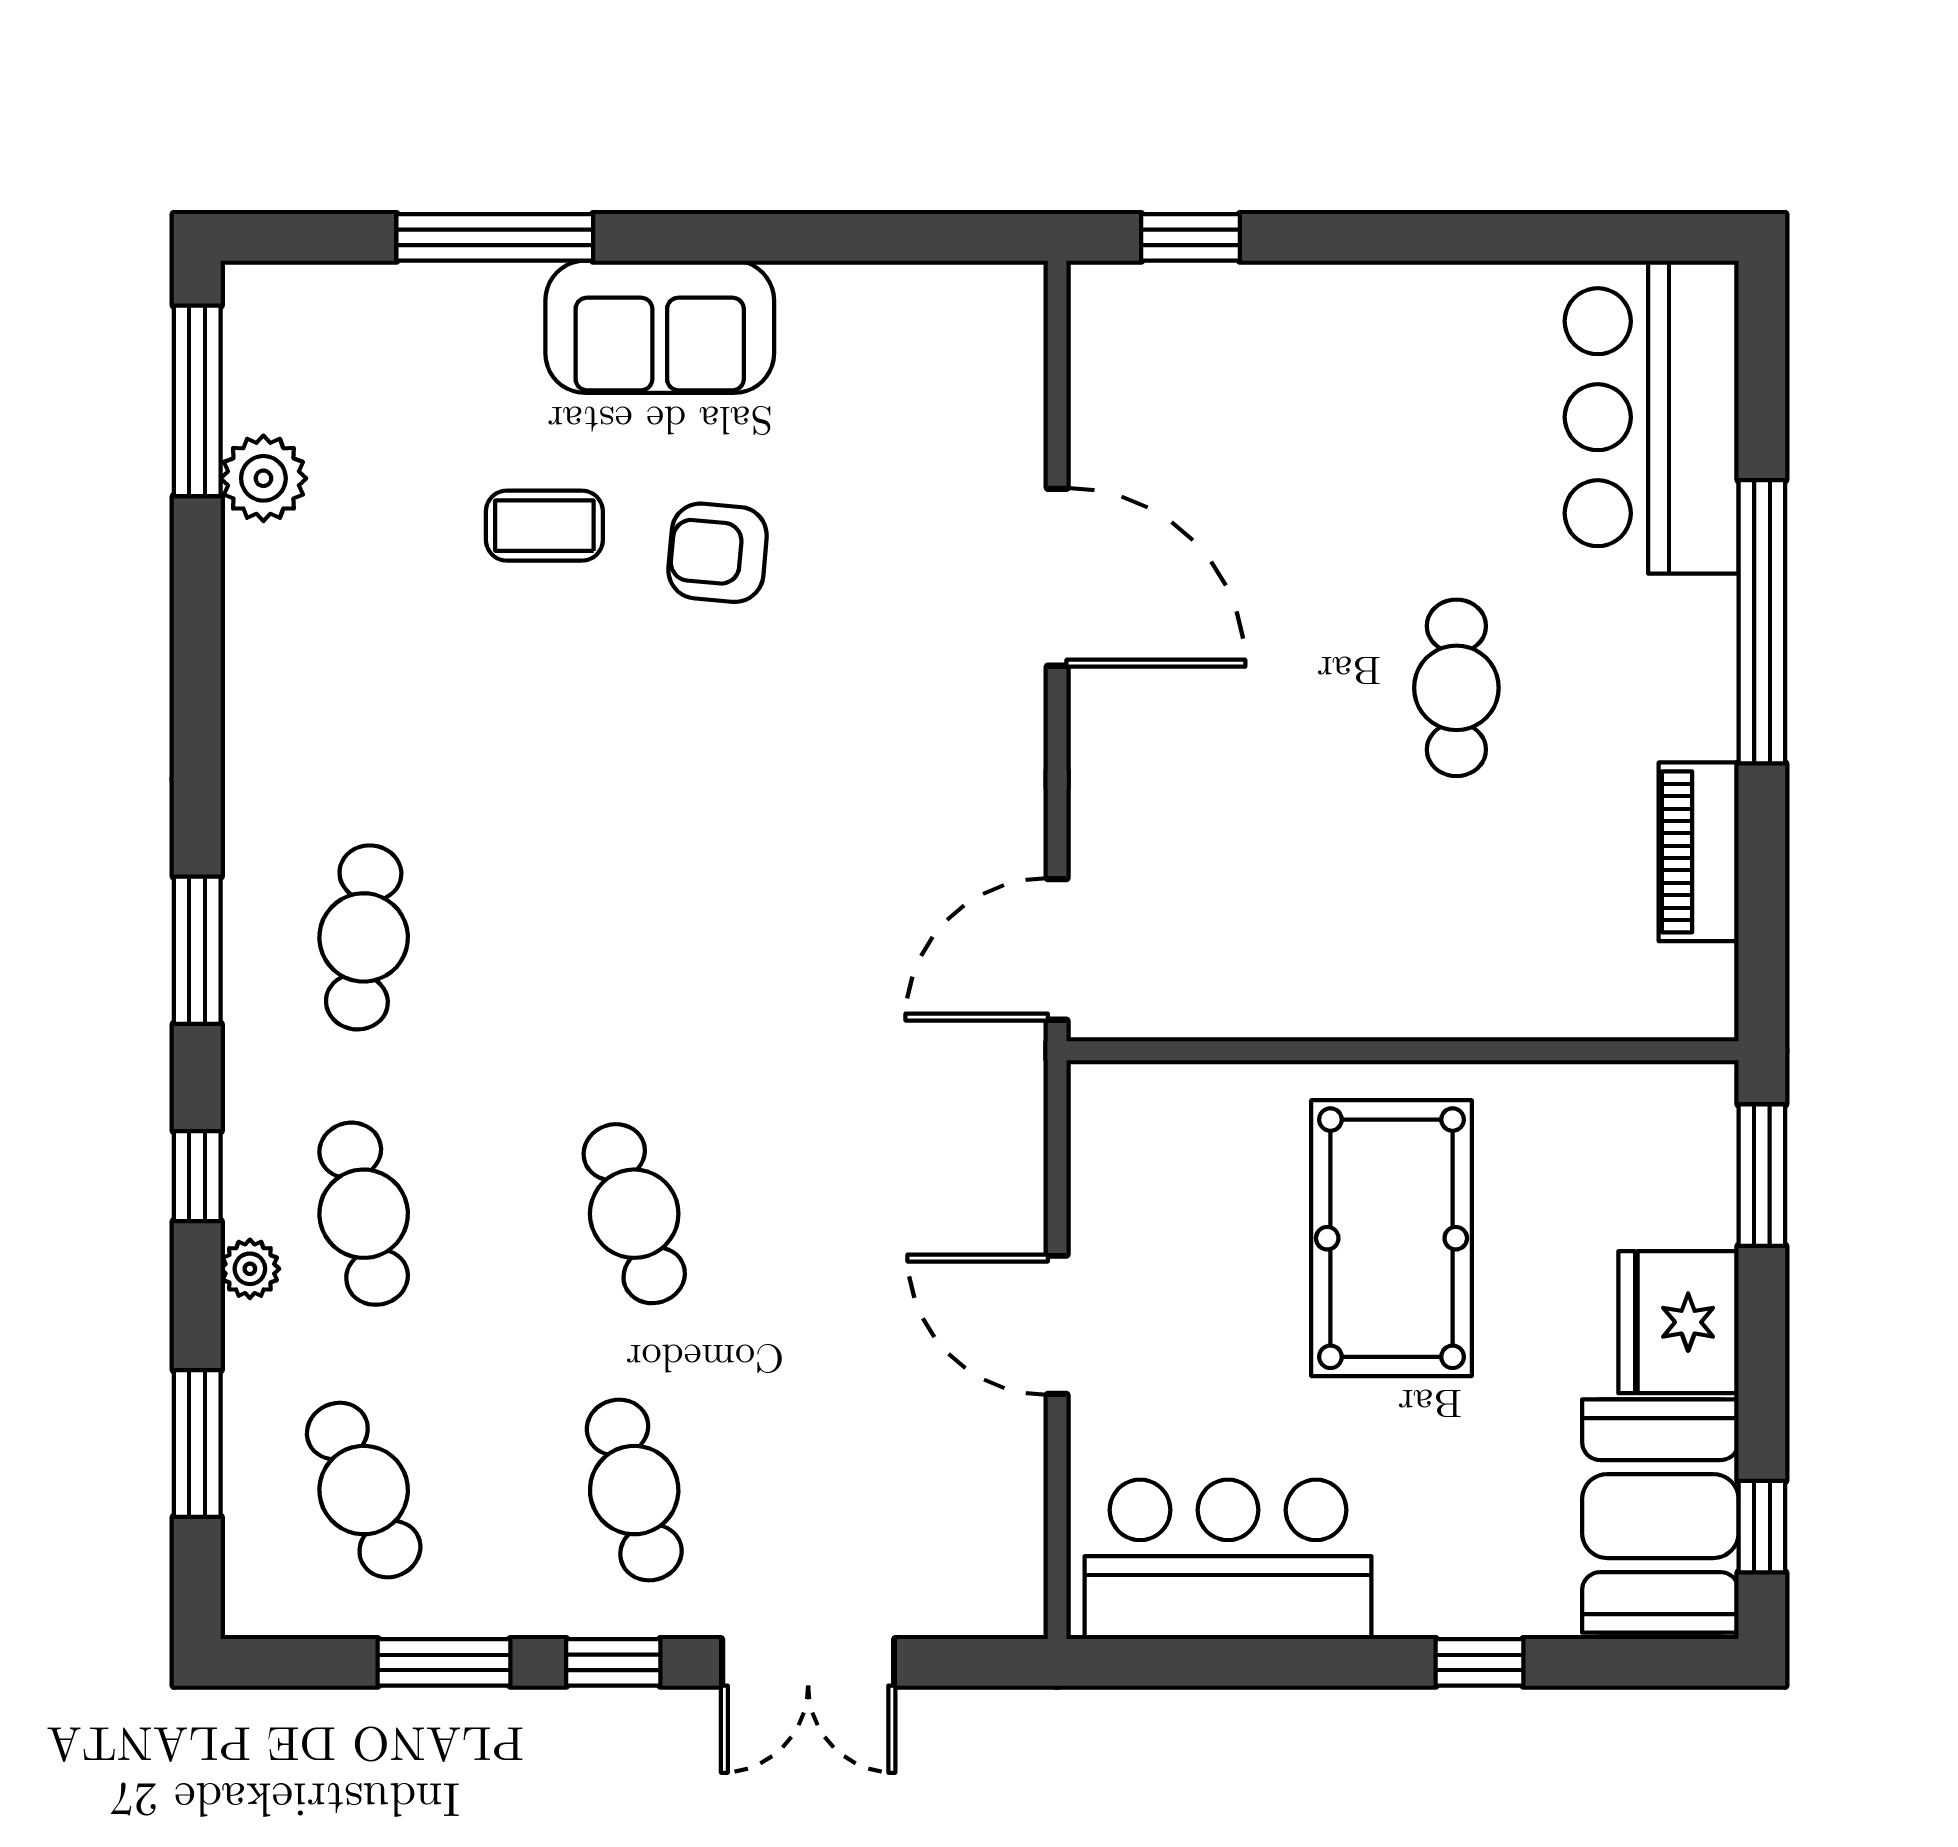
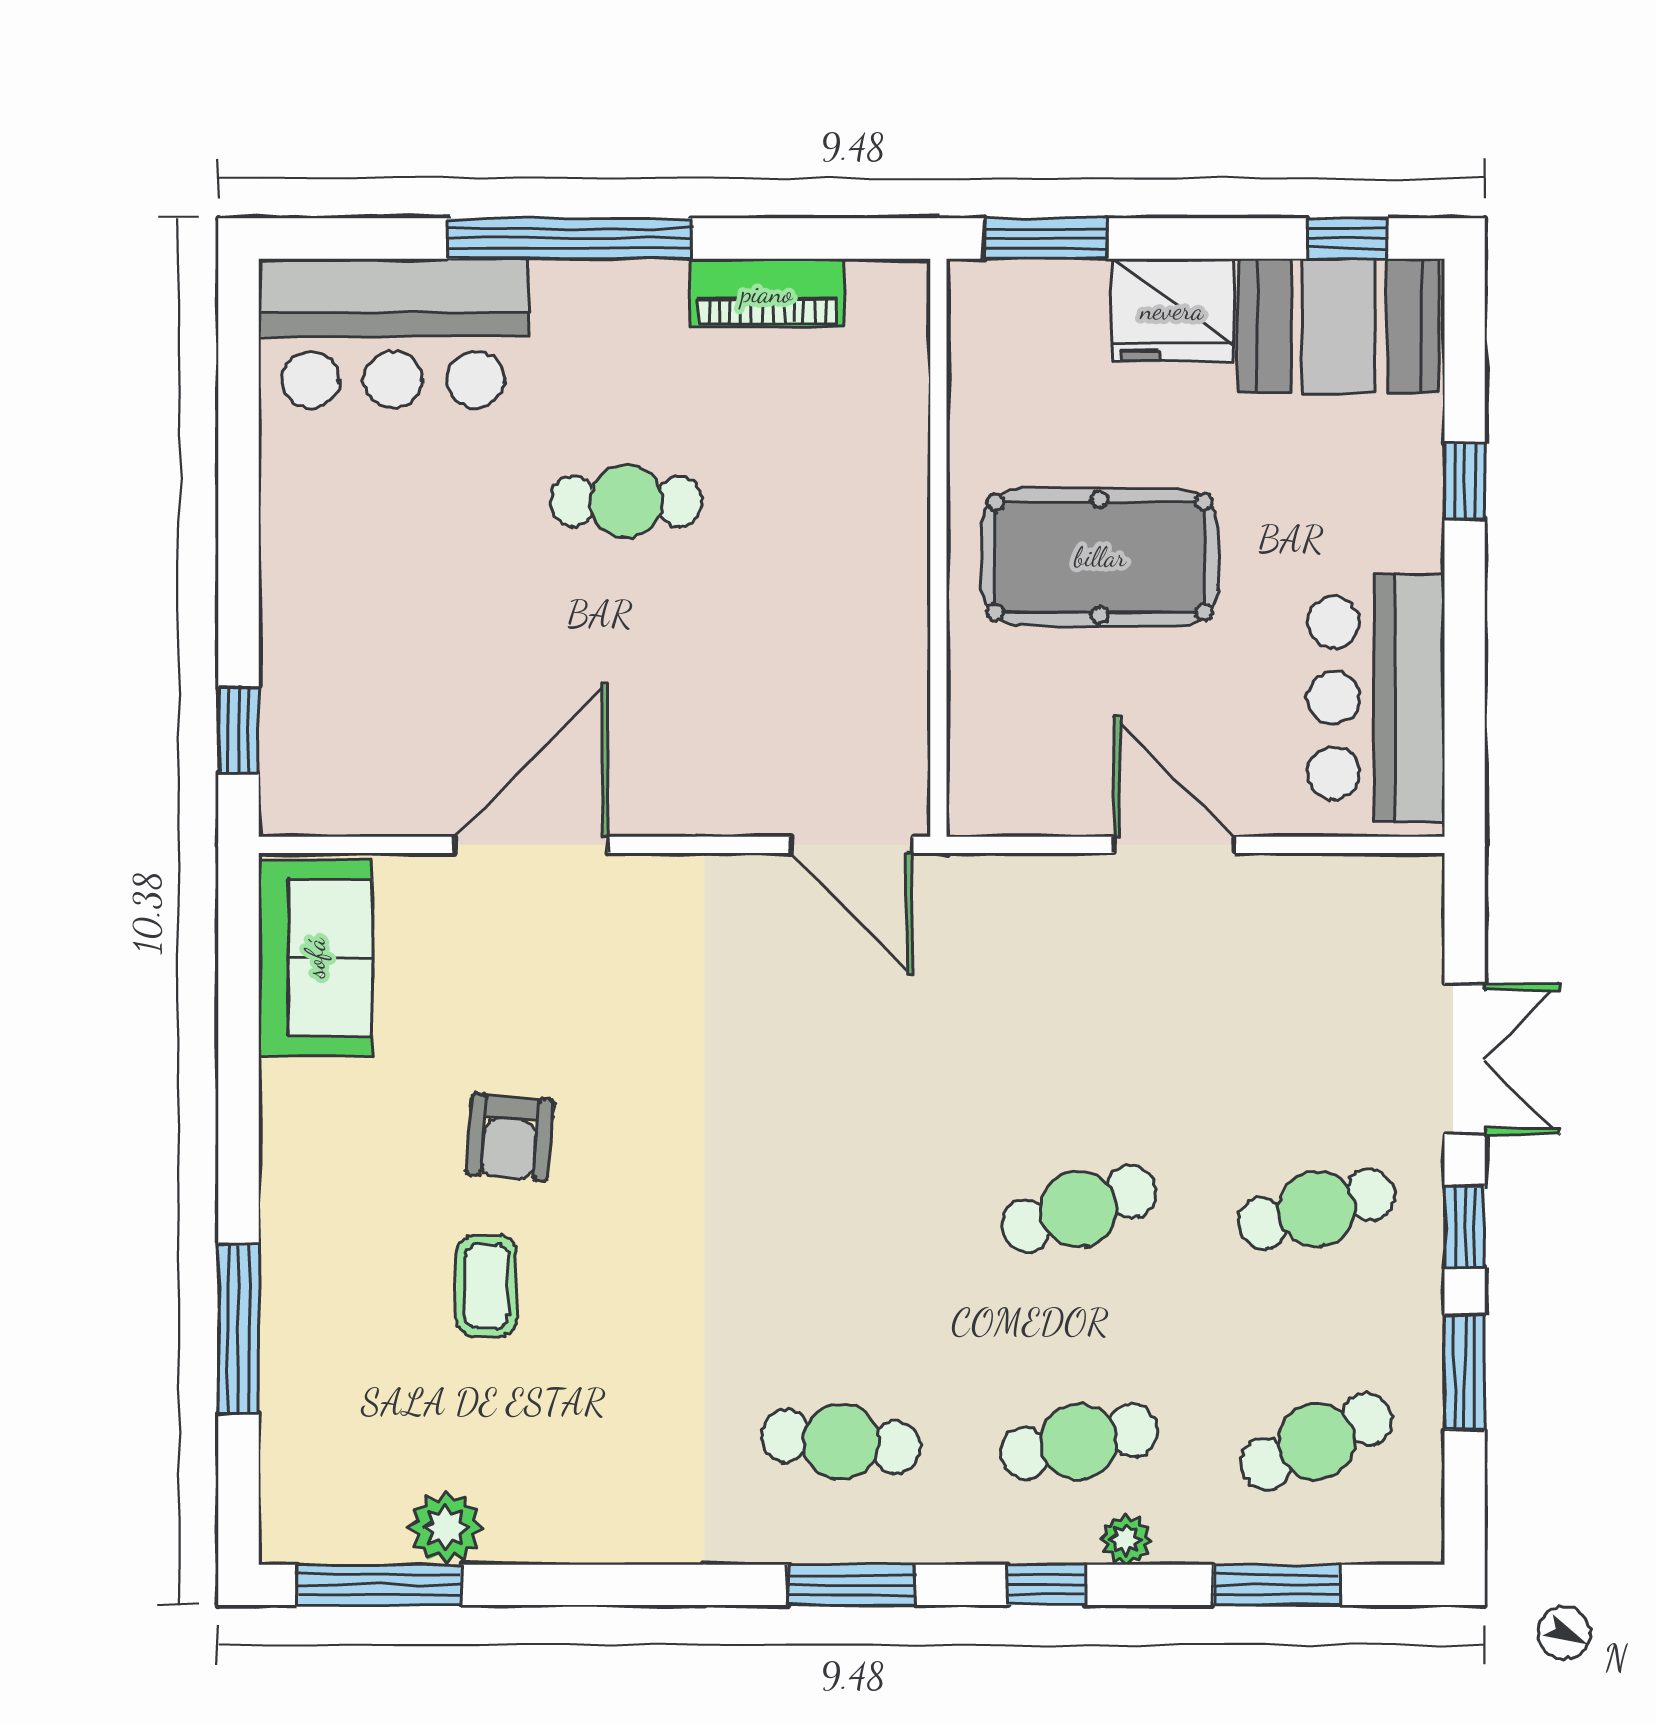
sofa: (660, 327) -> (315, 958), moved
door: (1057, 1325) -> (1174, 845), swing flipped

